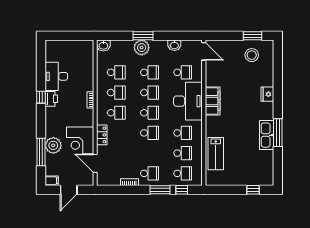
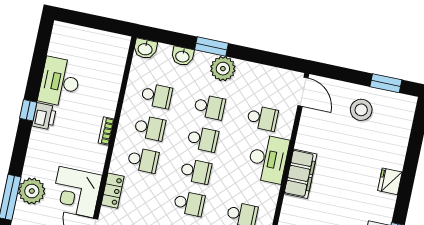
washbasin: (174, 45) -> (182, 56), moved
plant: (142, 48) -> (223, 69), moved
stool: (252, 55) -> (361, 110), moved
desk: (188, 101) -> (268, 159), width x0.73, depth x0.77

